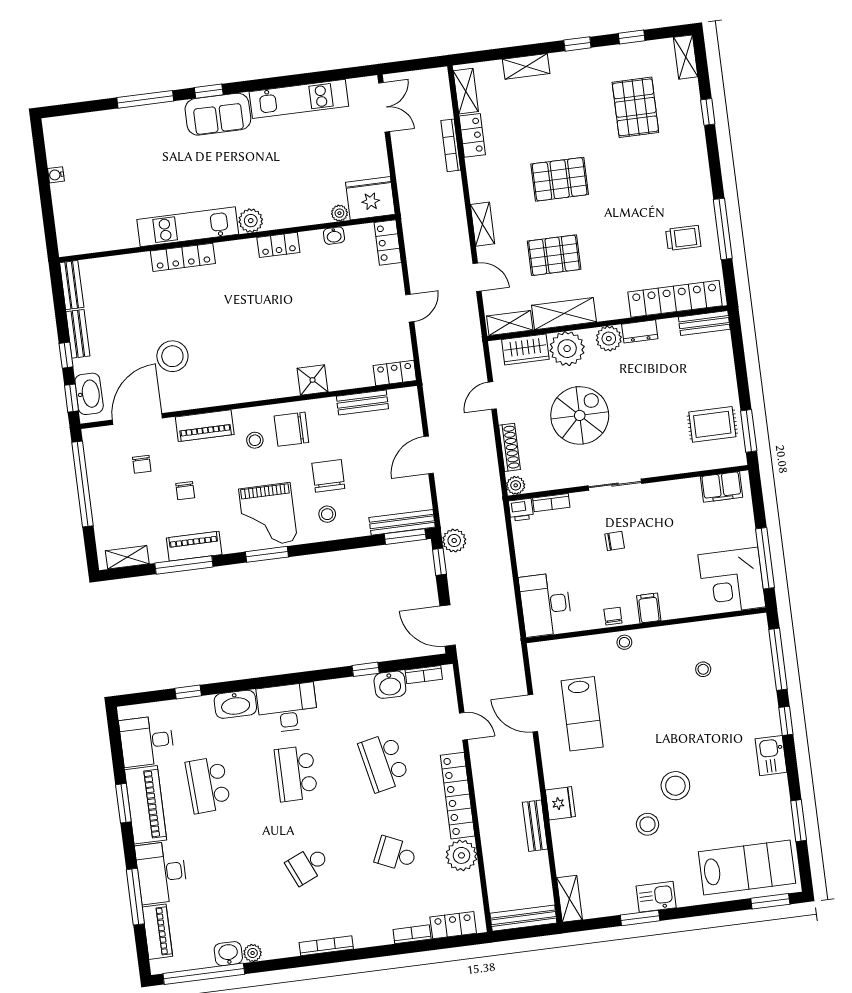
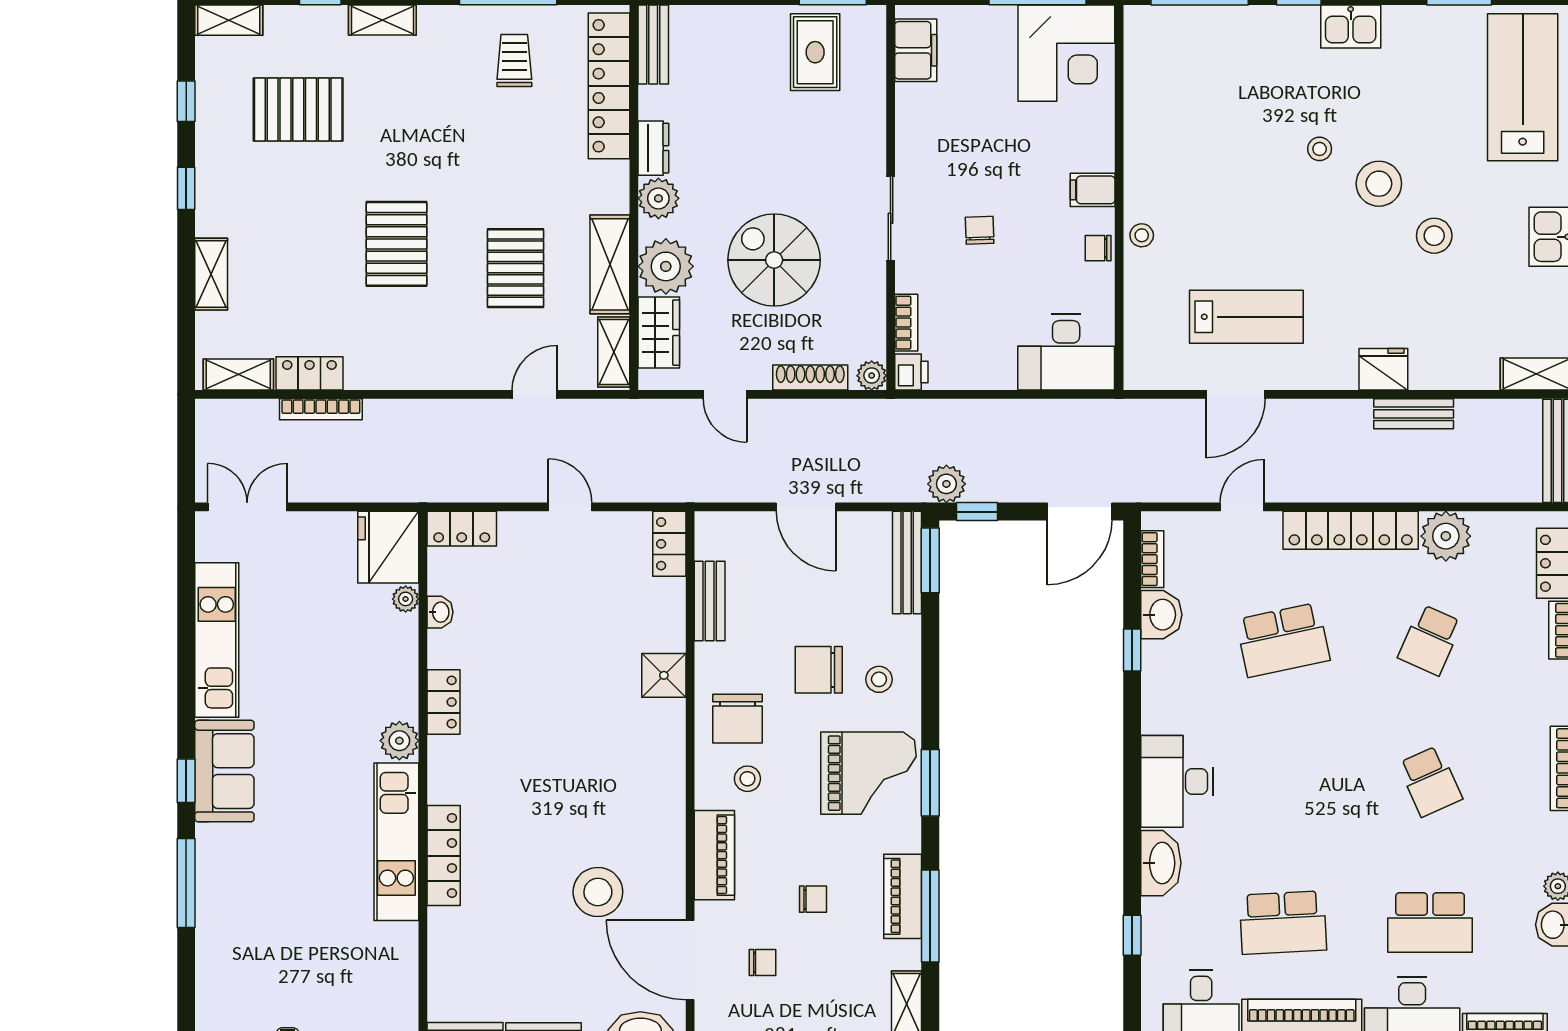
shelving: (482, 224) -> (382, 20), moved
stool: (703, 669) -> (1320, 149), moved
school desk: (296, 774) -> (1430, 923), moved

